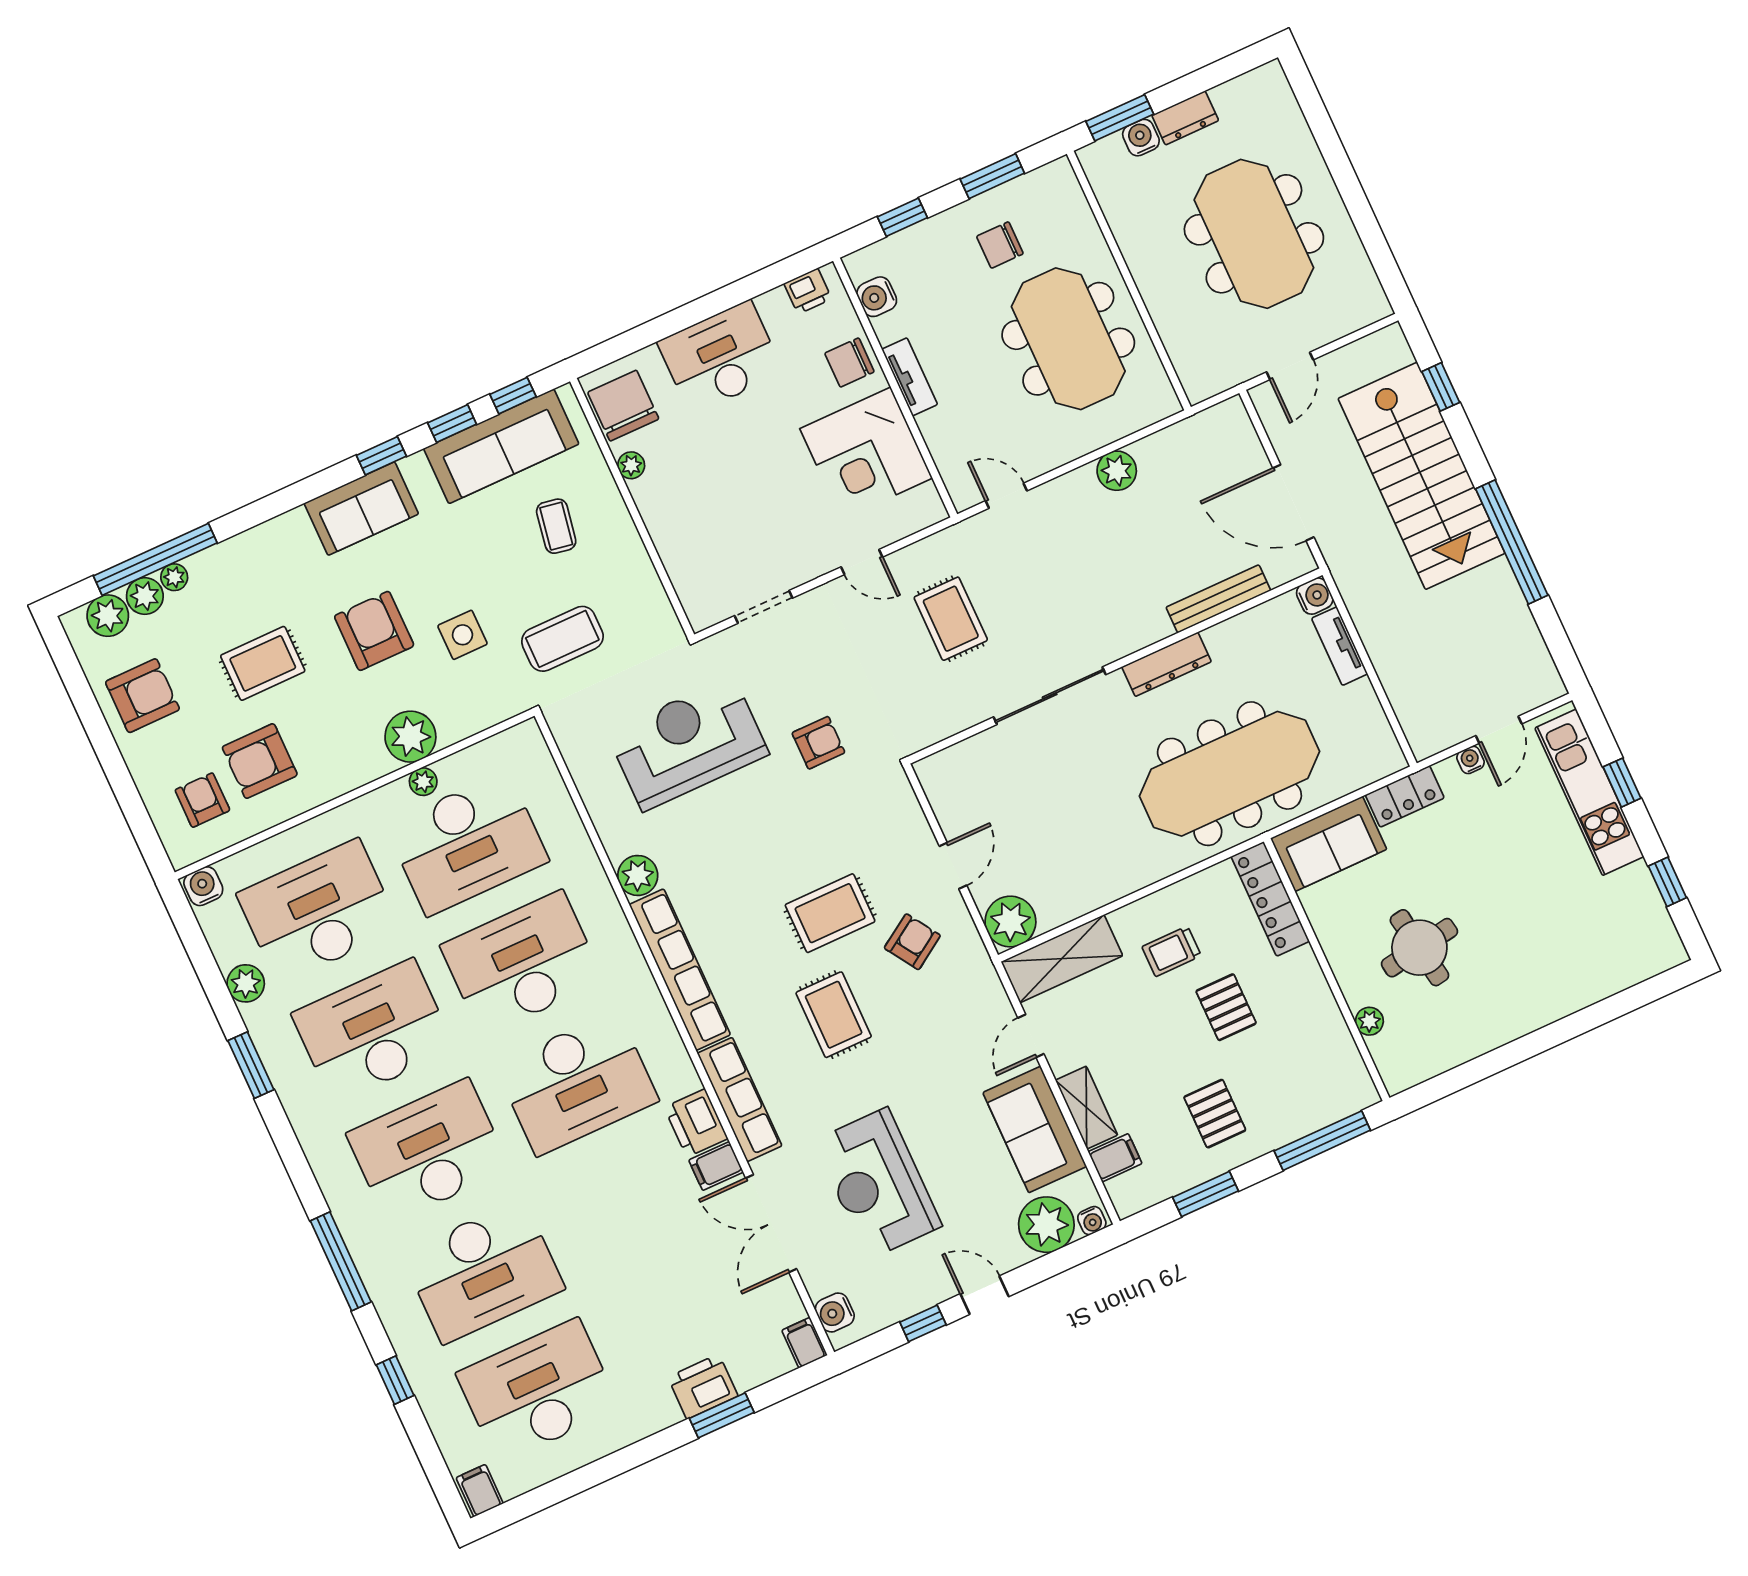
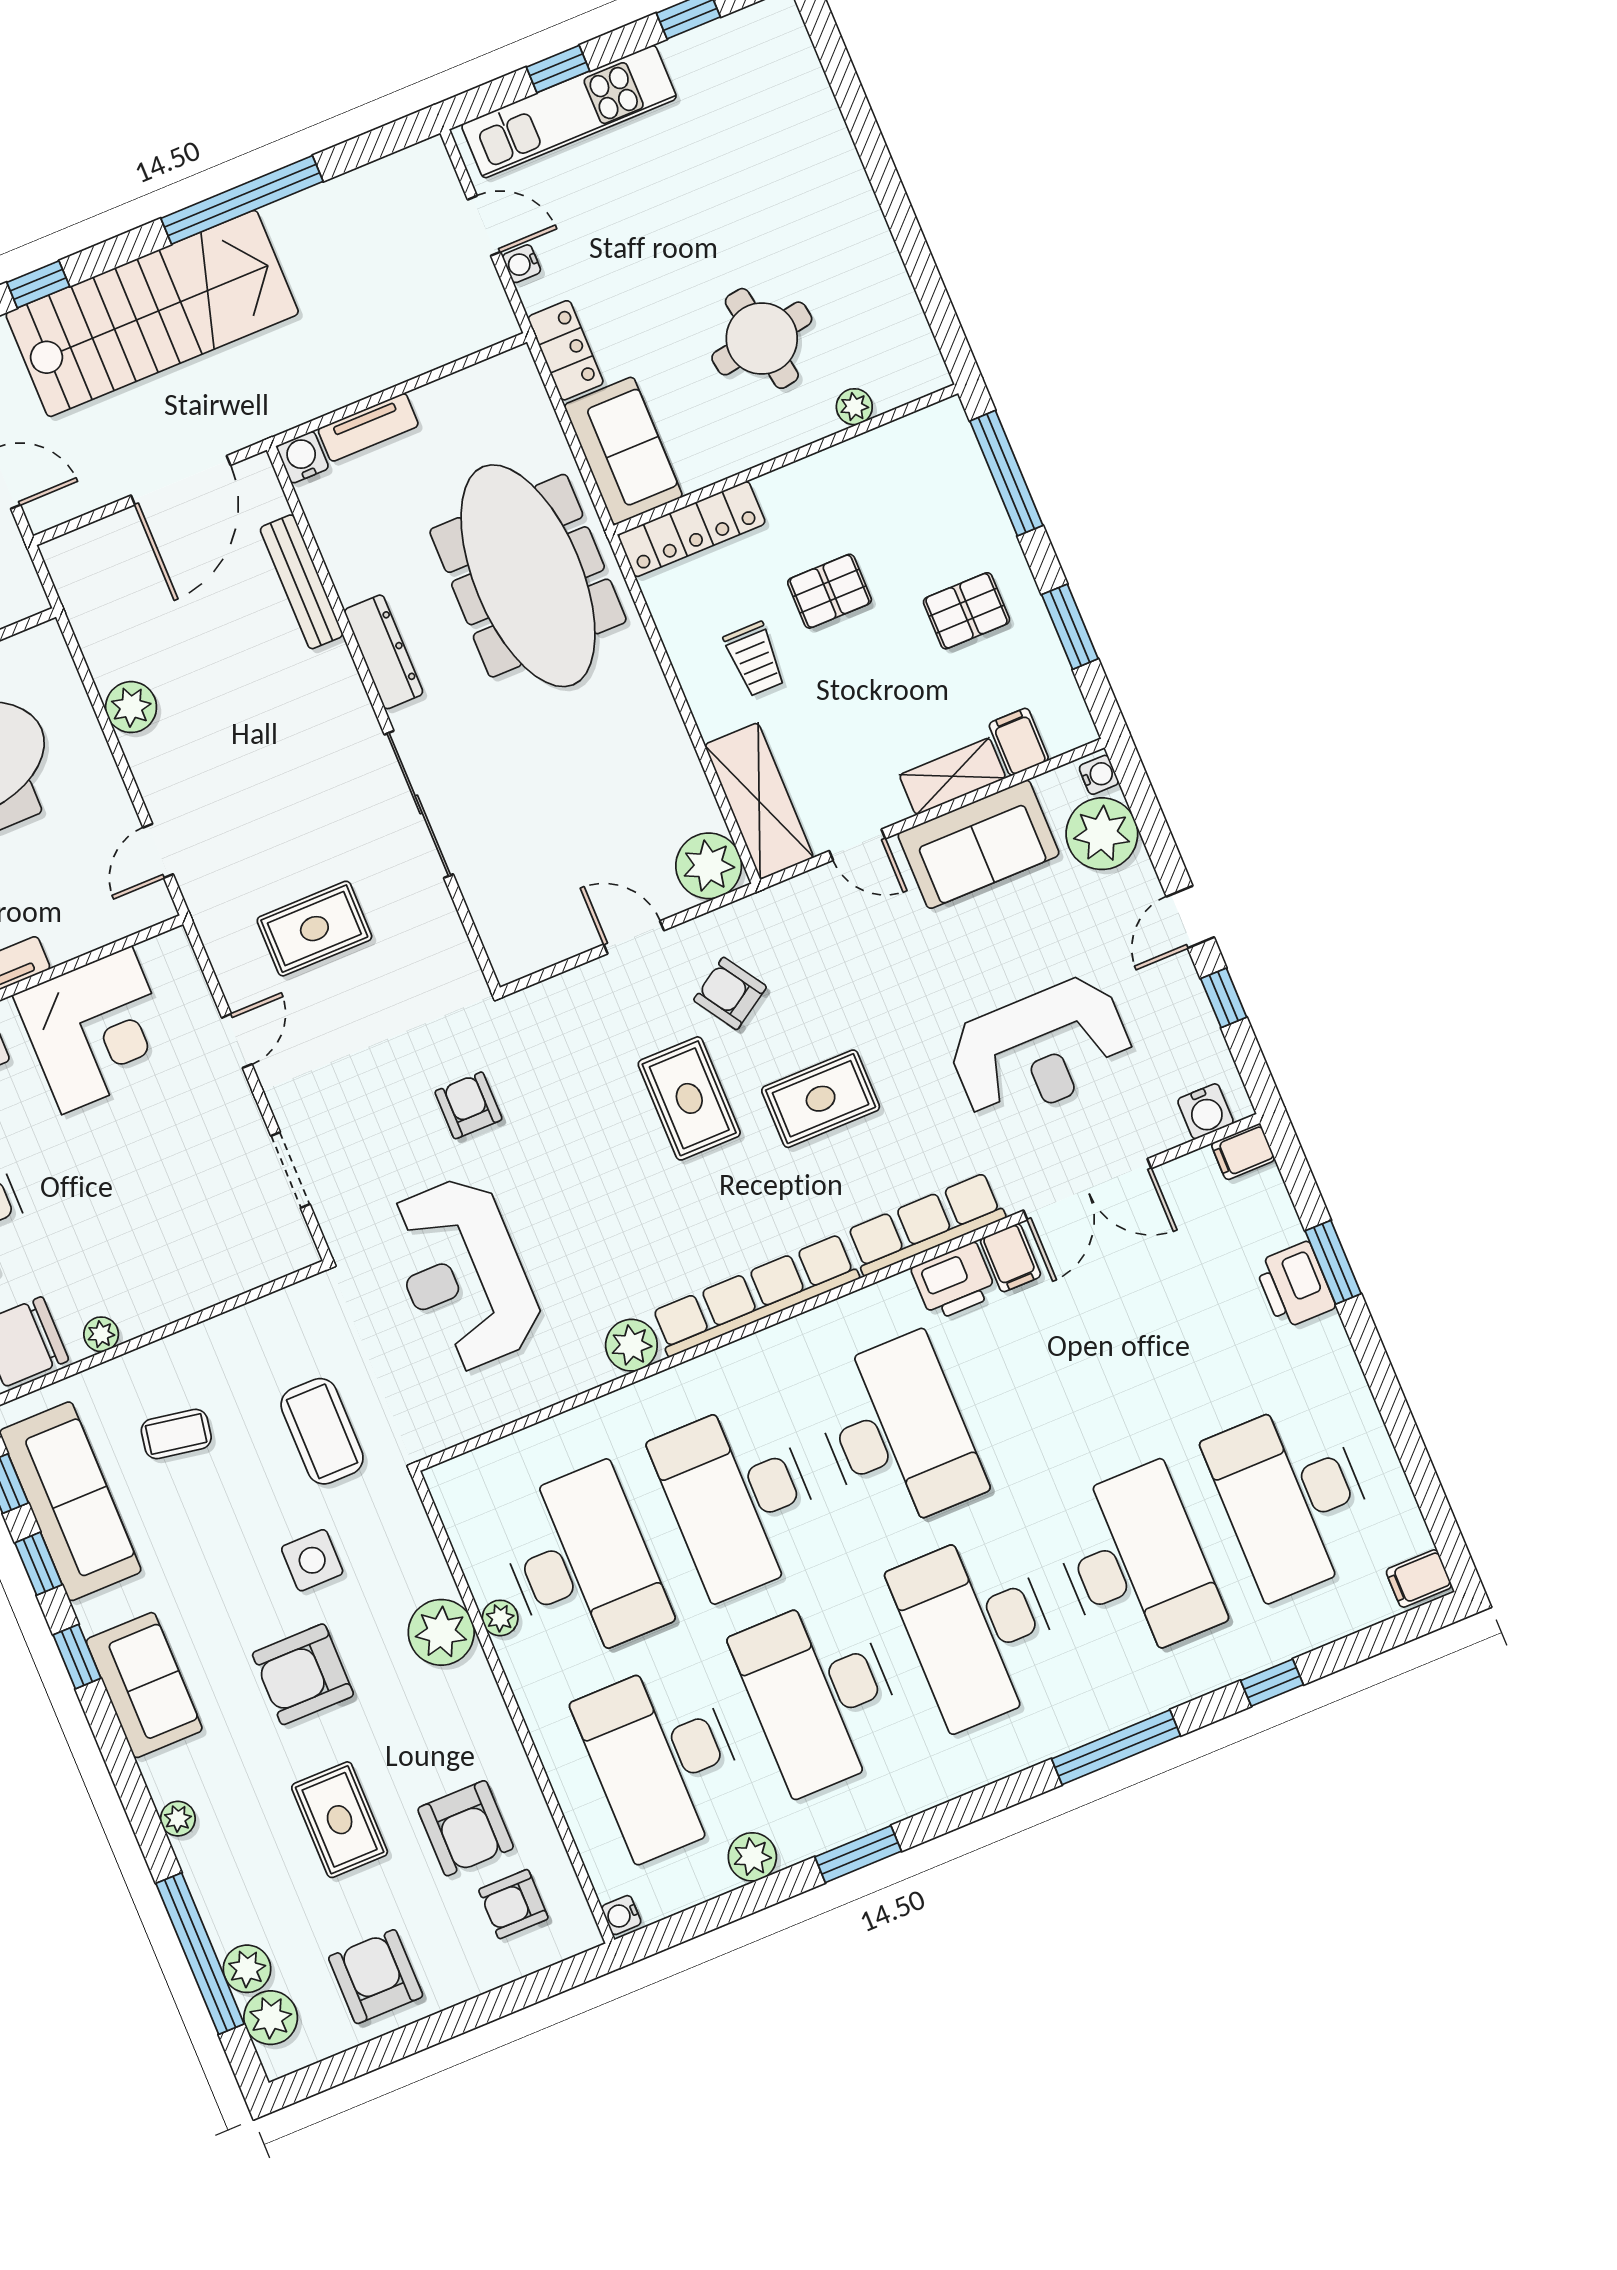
plant: (174, 577) -> (178, 1819), moved
water cooler: (203, 886) -> (621, 1915), width x0.72, depth x0.72

